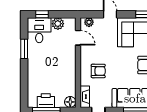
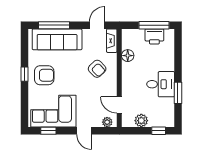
desk: (39, 30) -> (161, 84), moved, turned -90
armchair: (98, 71) -> (97, 69), turned -134
floor lamp: (70, 102) -> (128, 56), moved

